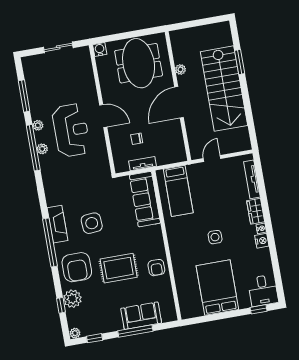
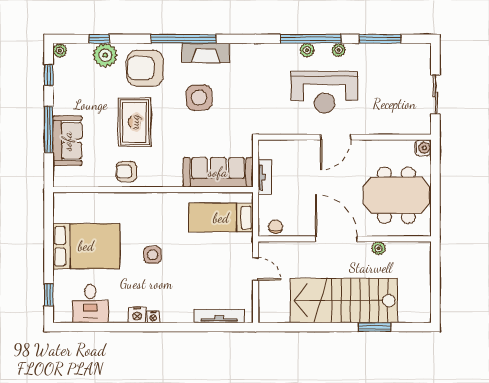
chair: (137, 139) -> (275, 227), moved
wardrobe: (256, 211) -> (177, 314), removed
desk: (263, 290) -> (90, 304), moved, turned -90

